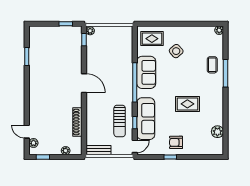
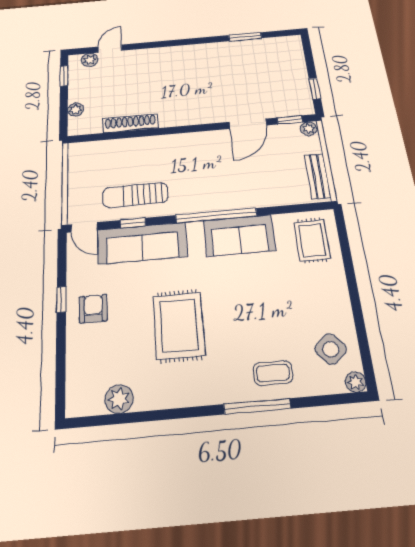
side table: (176, 51) -> (331, 349), moved
door: (84, 83) -> (248, 124), moved
rug: (187, 104) -> (179, 325), width x1.36, depth x1.43
bench: (98, 150) -> (317, 176), moved

